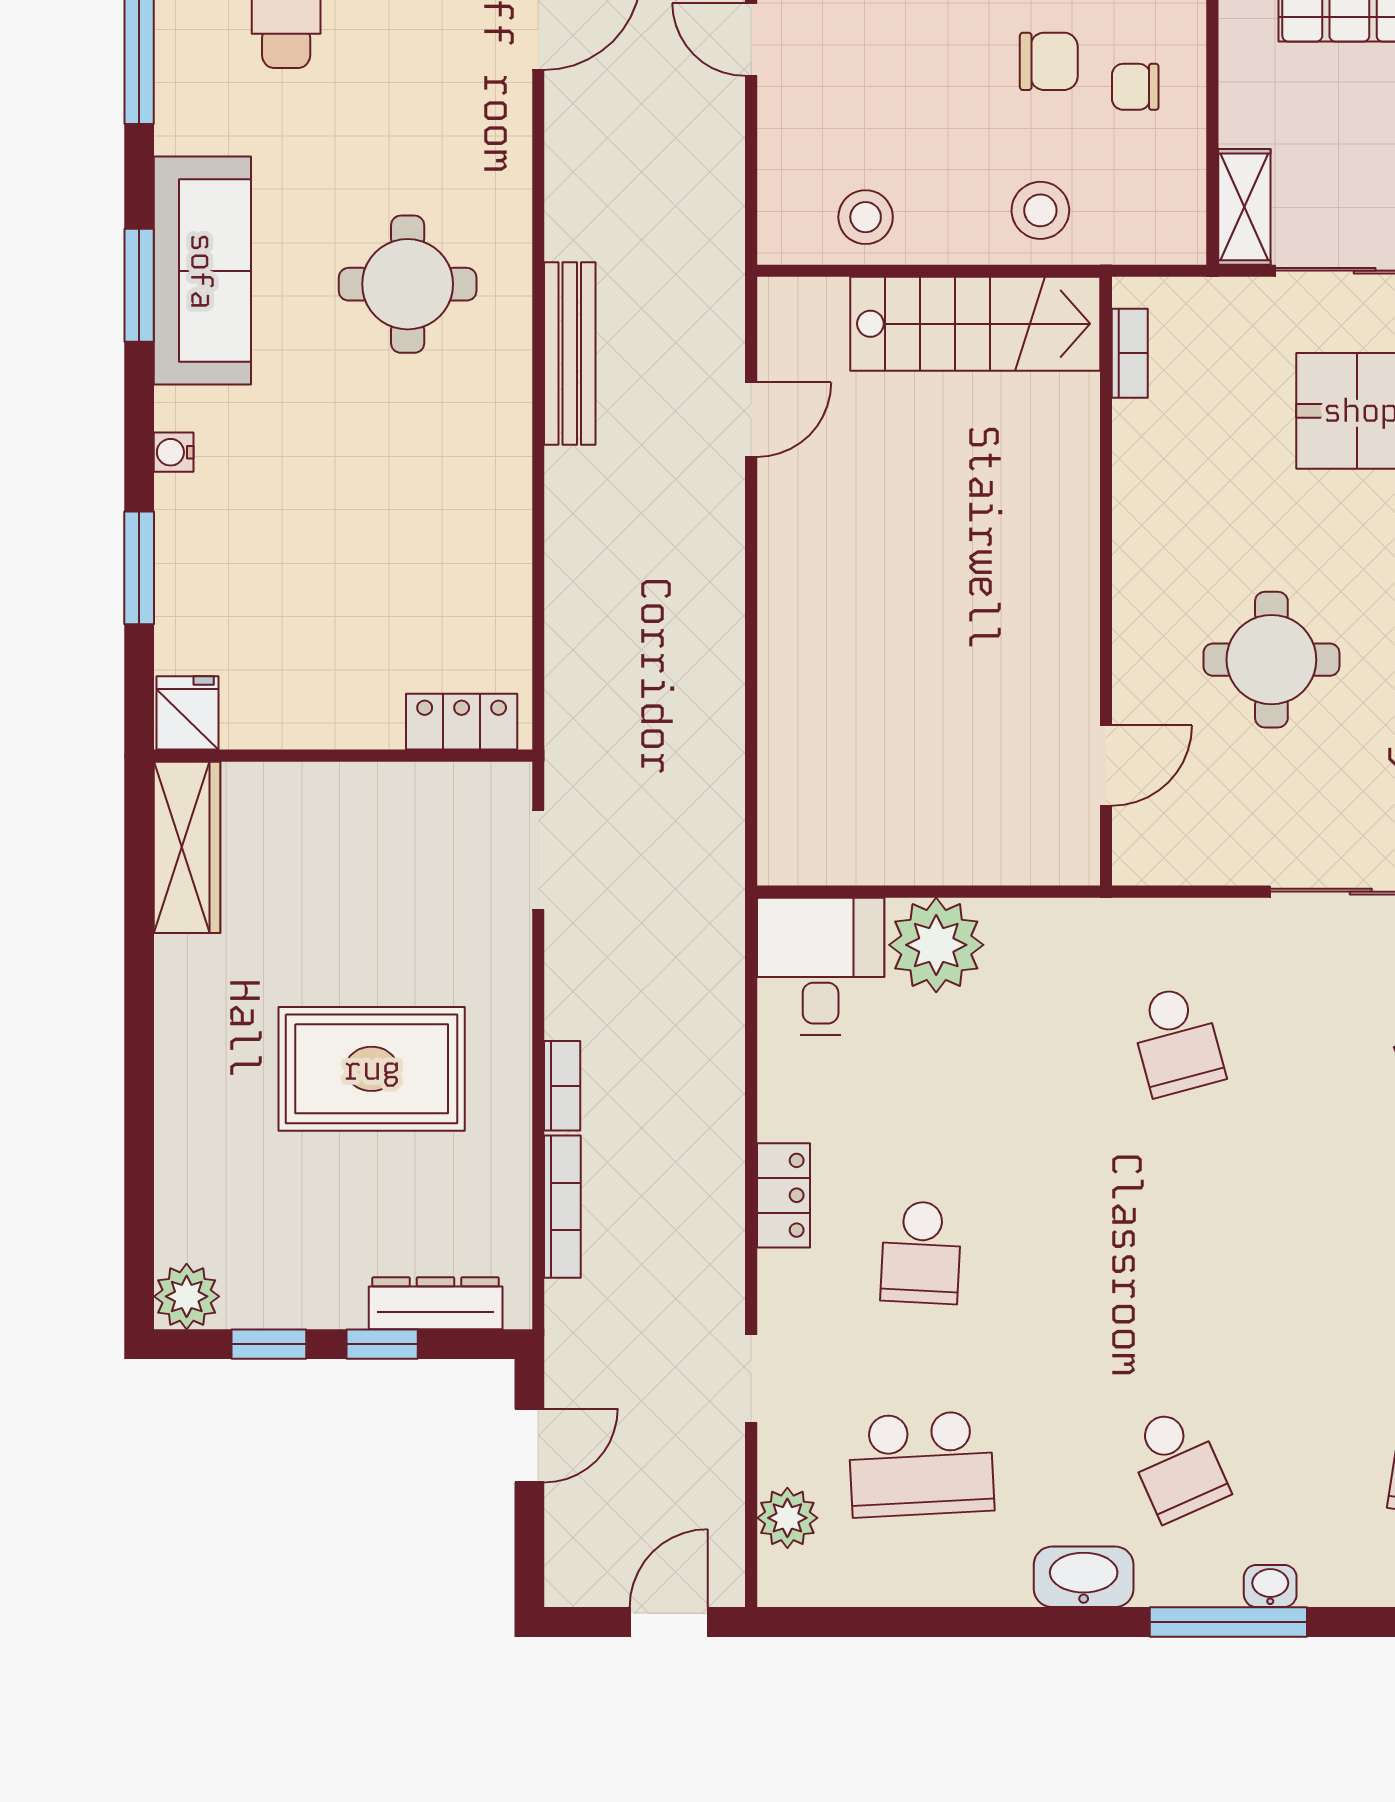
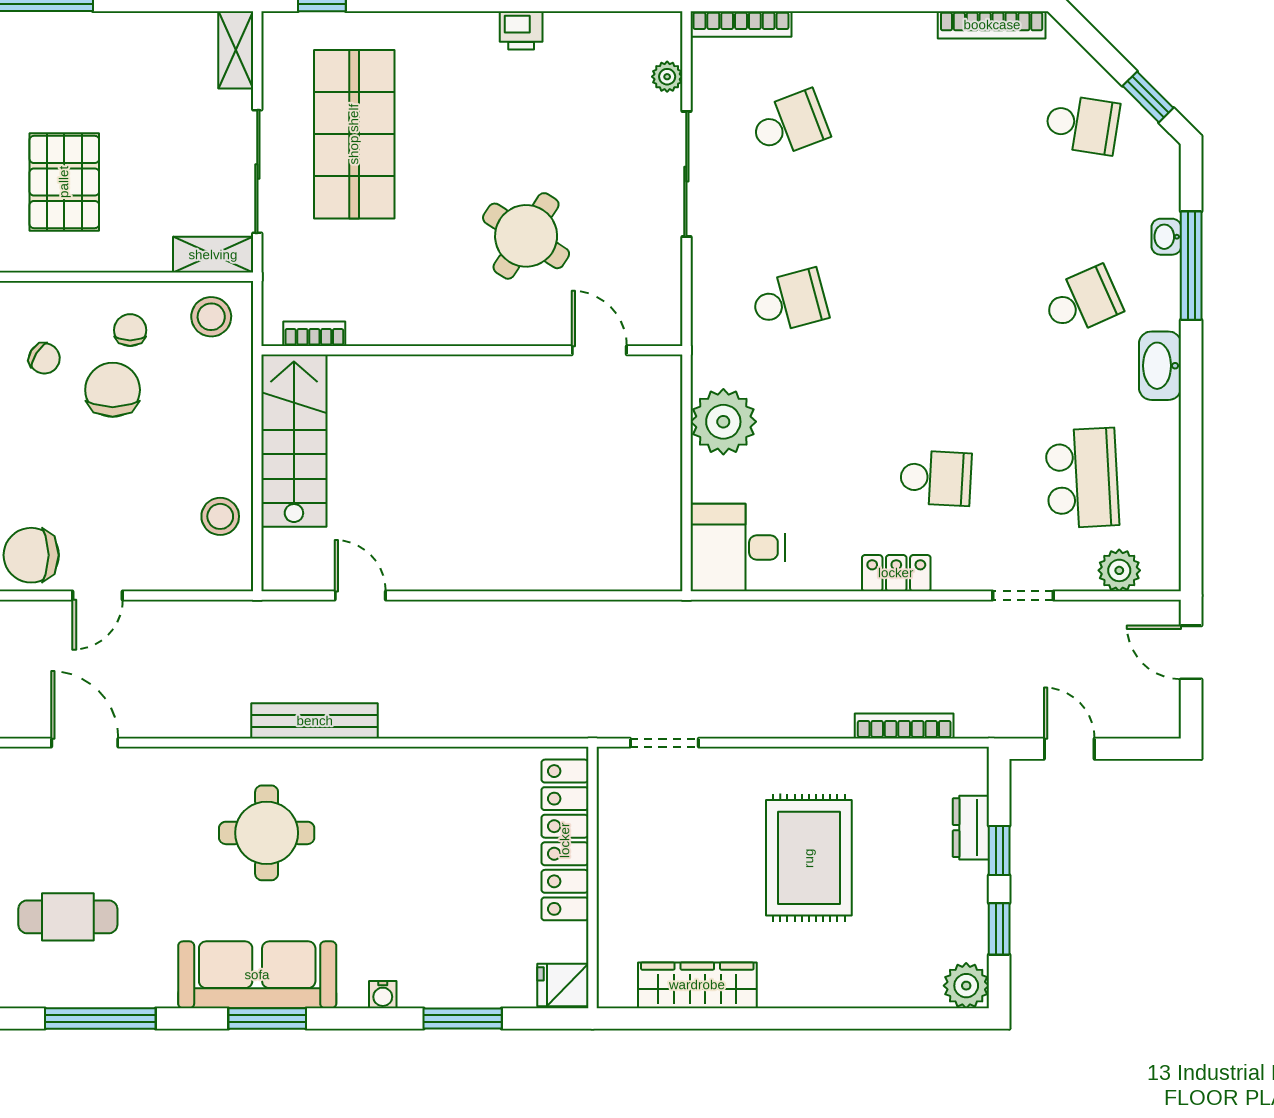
chair: (1049, 61) -> (113, 390), width x1.37, depth x1.37
chair: (1135, 87) -> (130, 330), turned 180
stool: (1040, 210) -> (211, 317), moved
round table: (1271, 660) -> (526, 236), turned 33
locker: (462, 722) -> (565, 840), width x2.16, depth x1.21
wardrobe: (187, 847) -> (697, 985), moved
plant: (936, 945) -> (723, 422), moved
bookcase: (562, 1086) -> (821, 726), removed
dresser: (436, 1303) -> (971, 828), width x0.70

